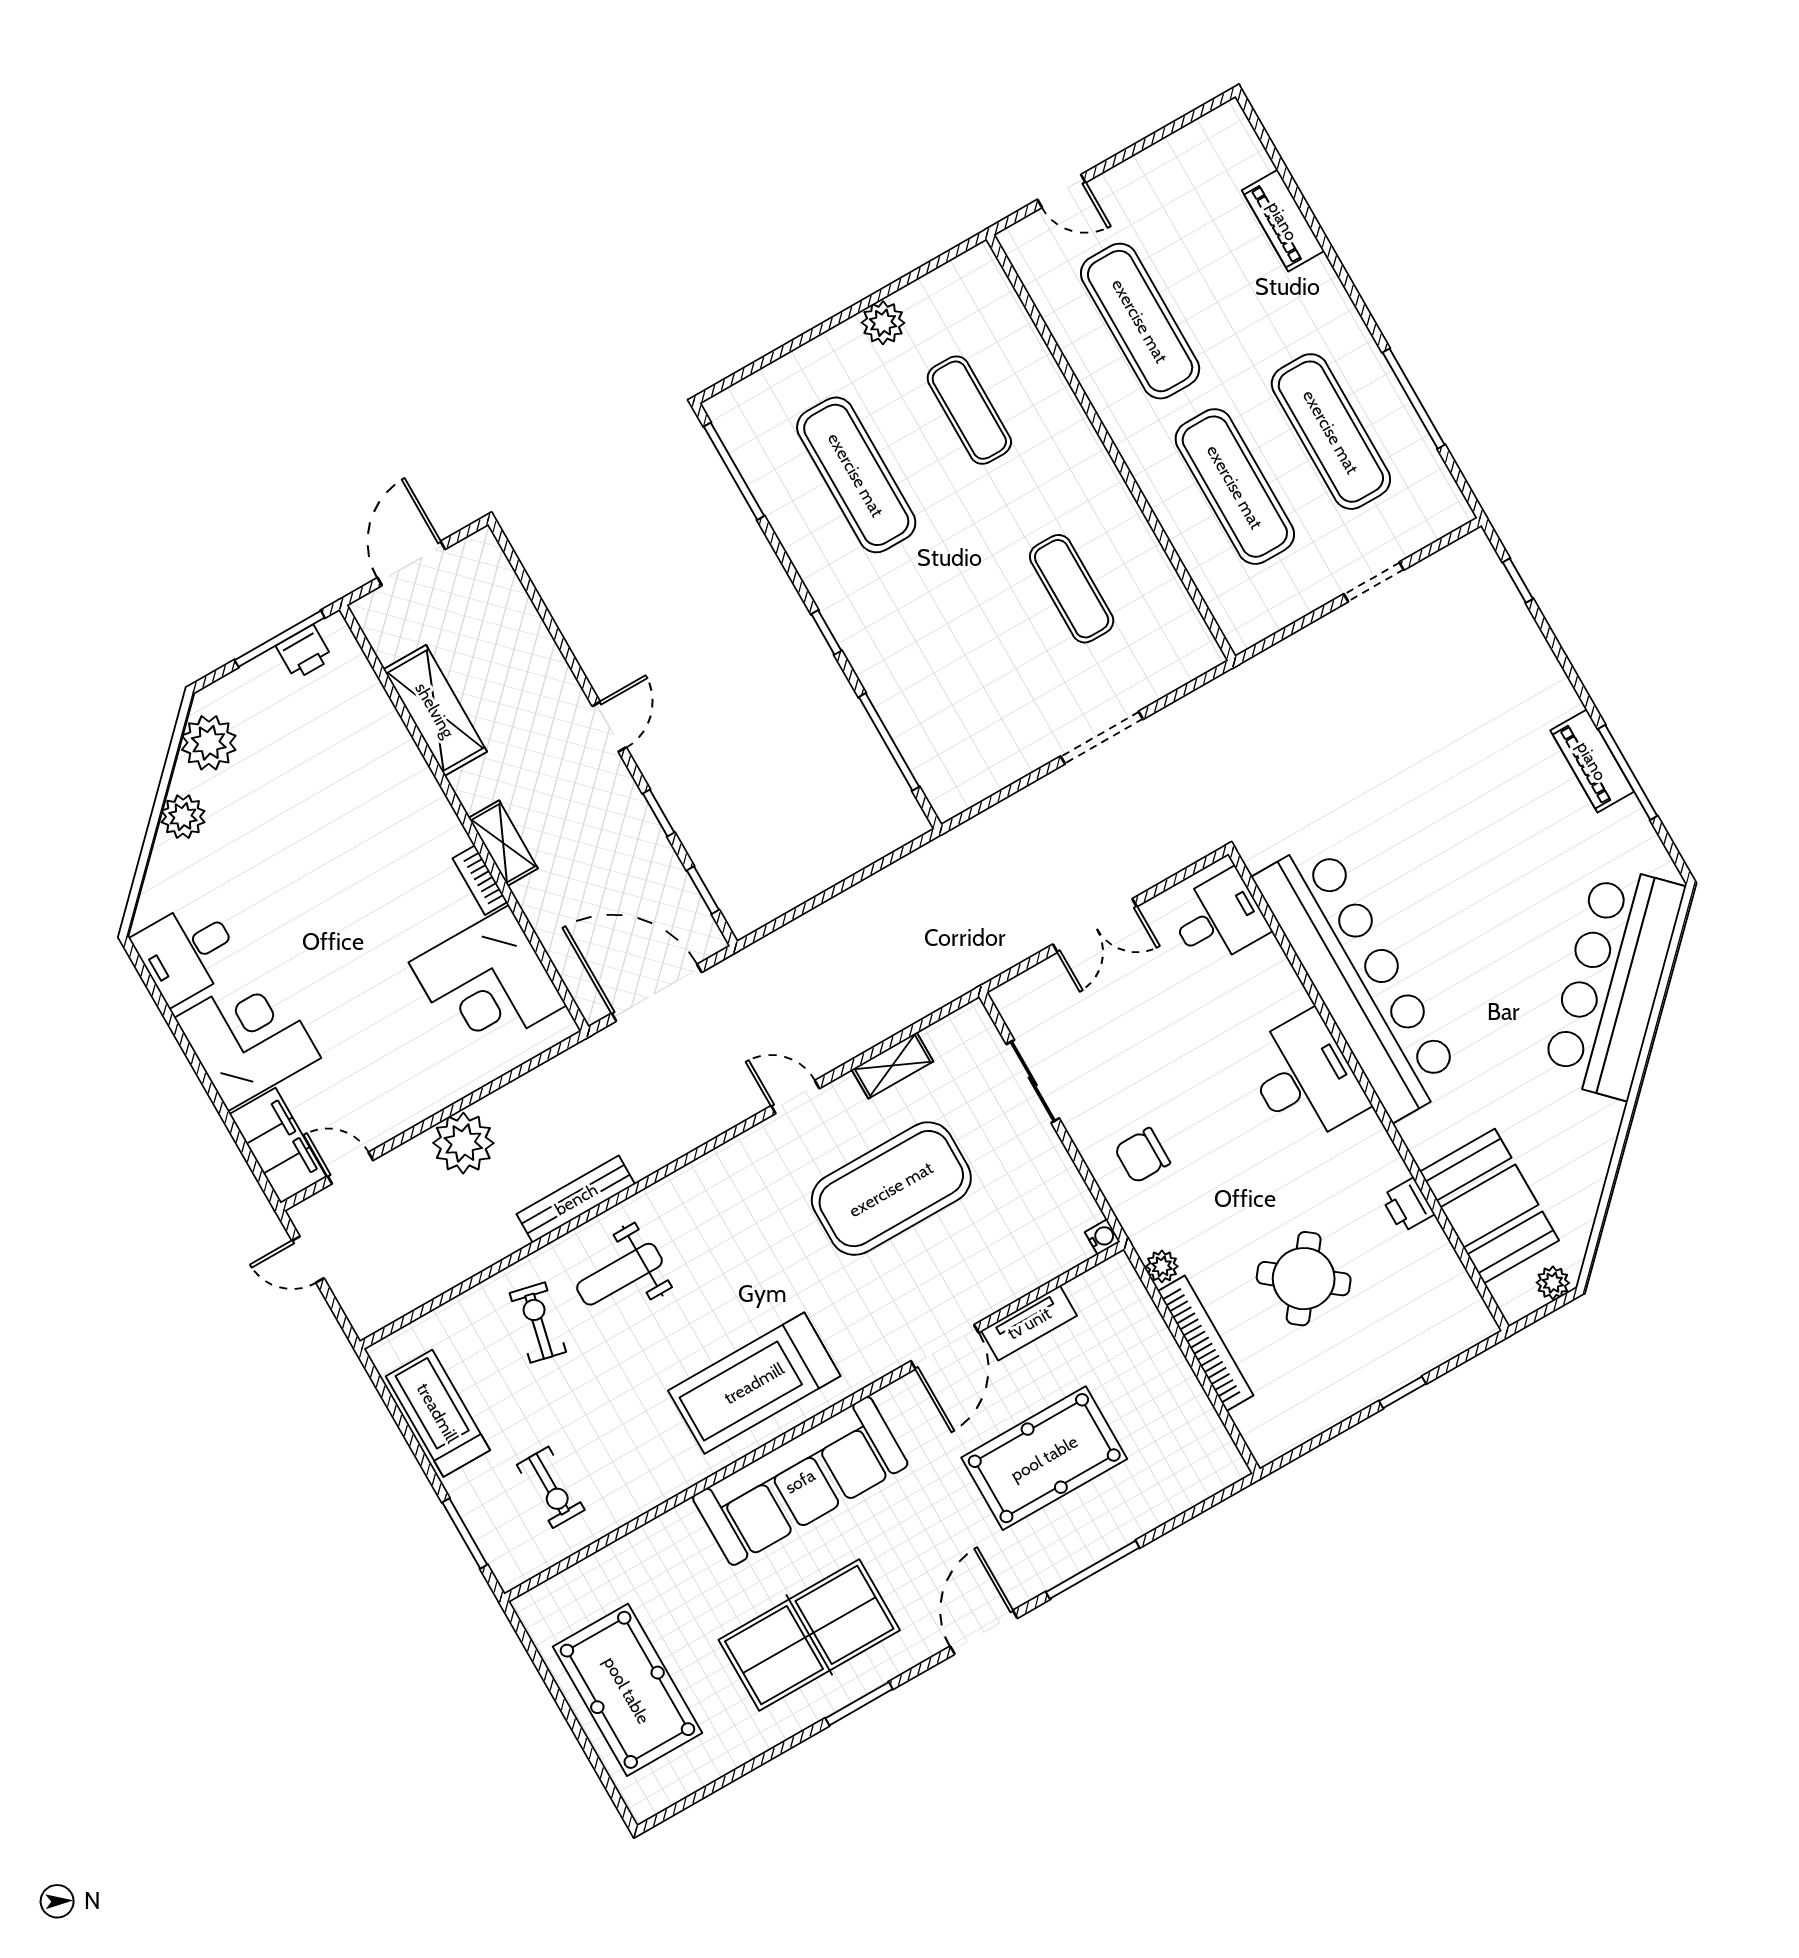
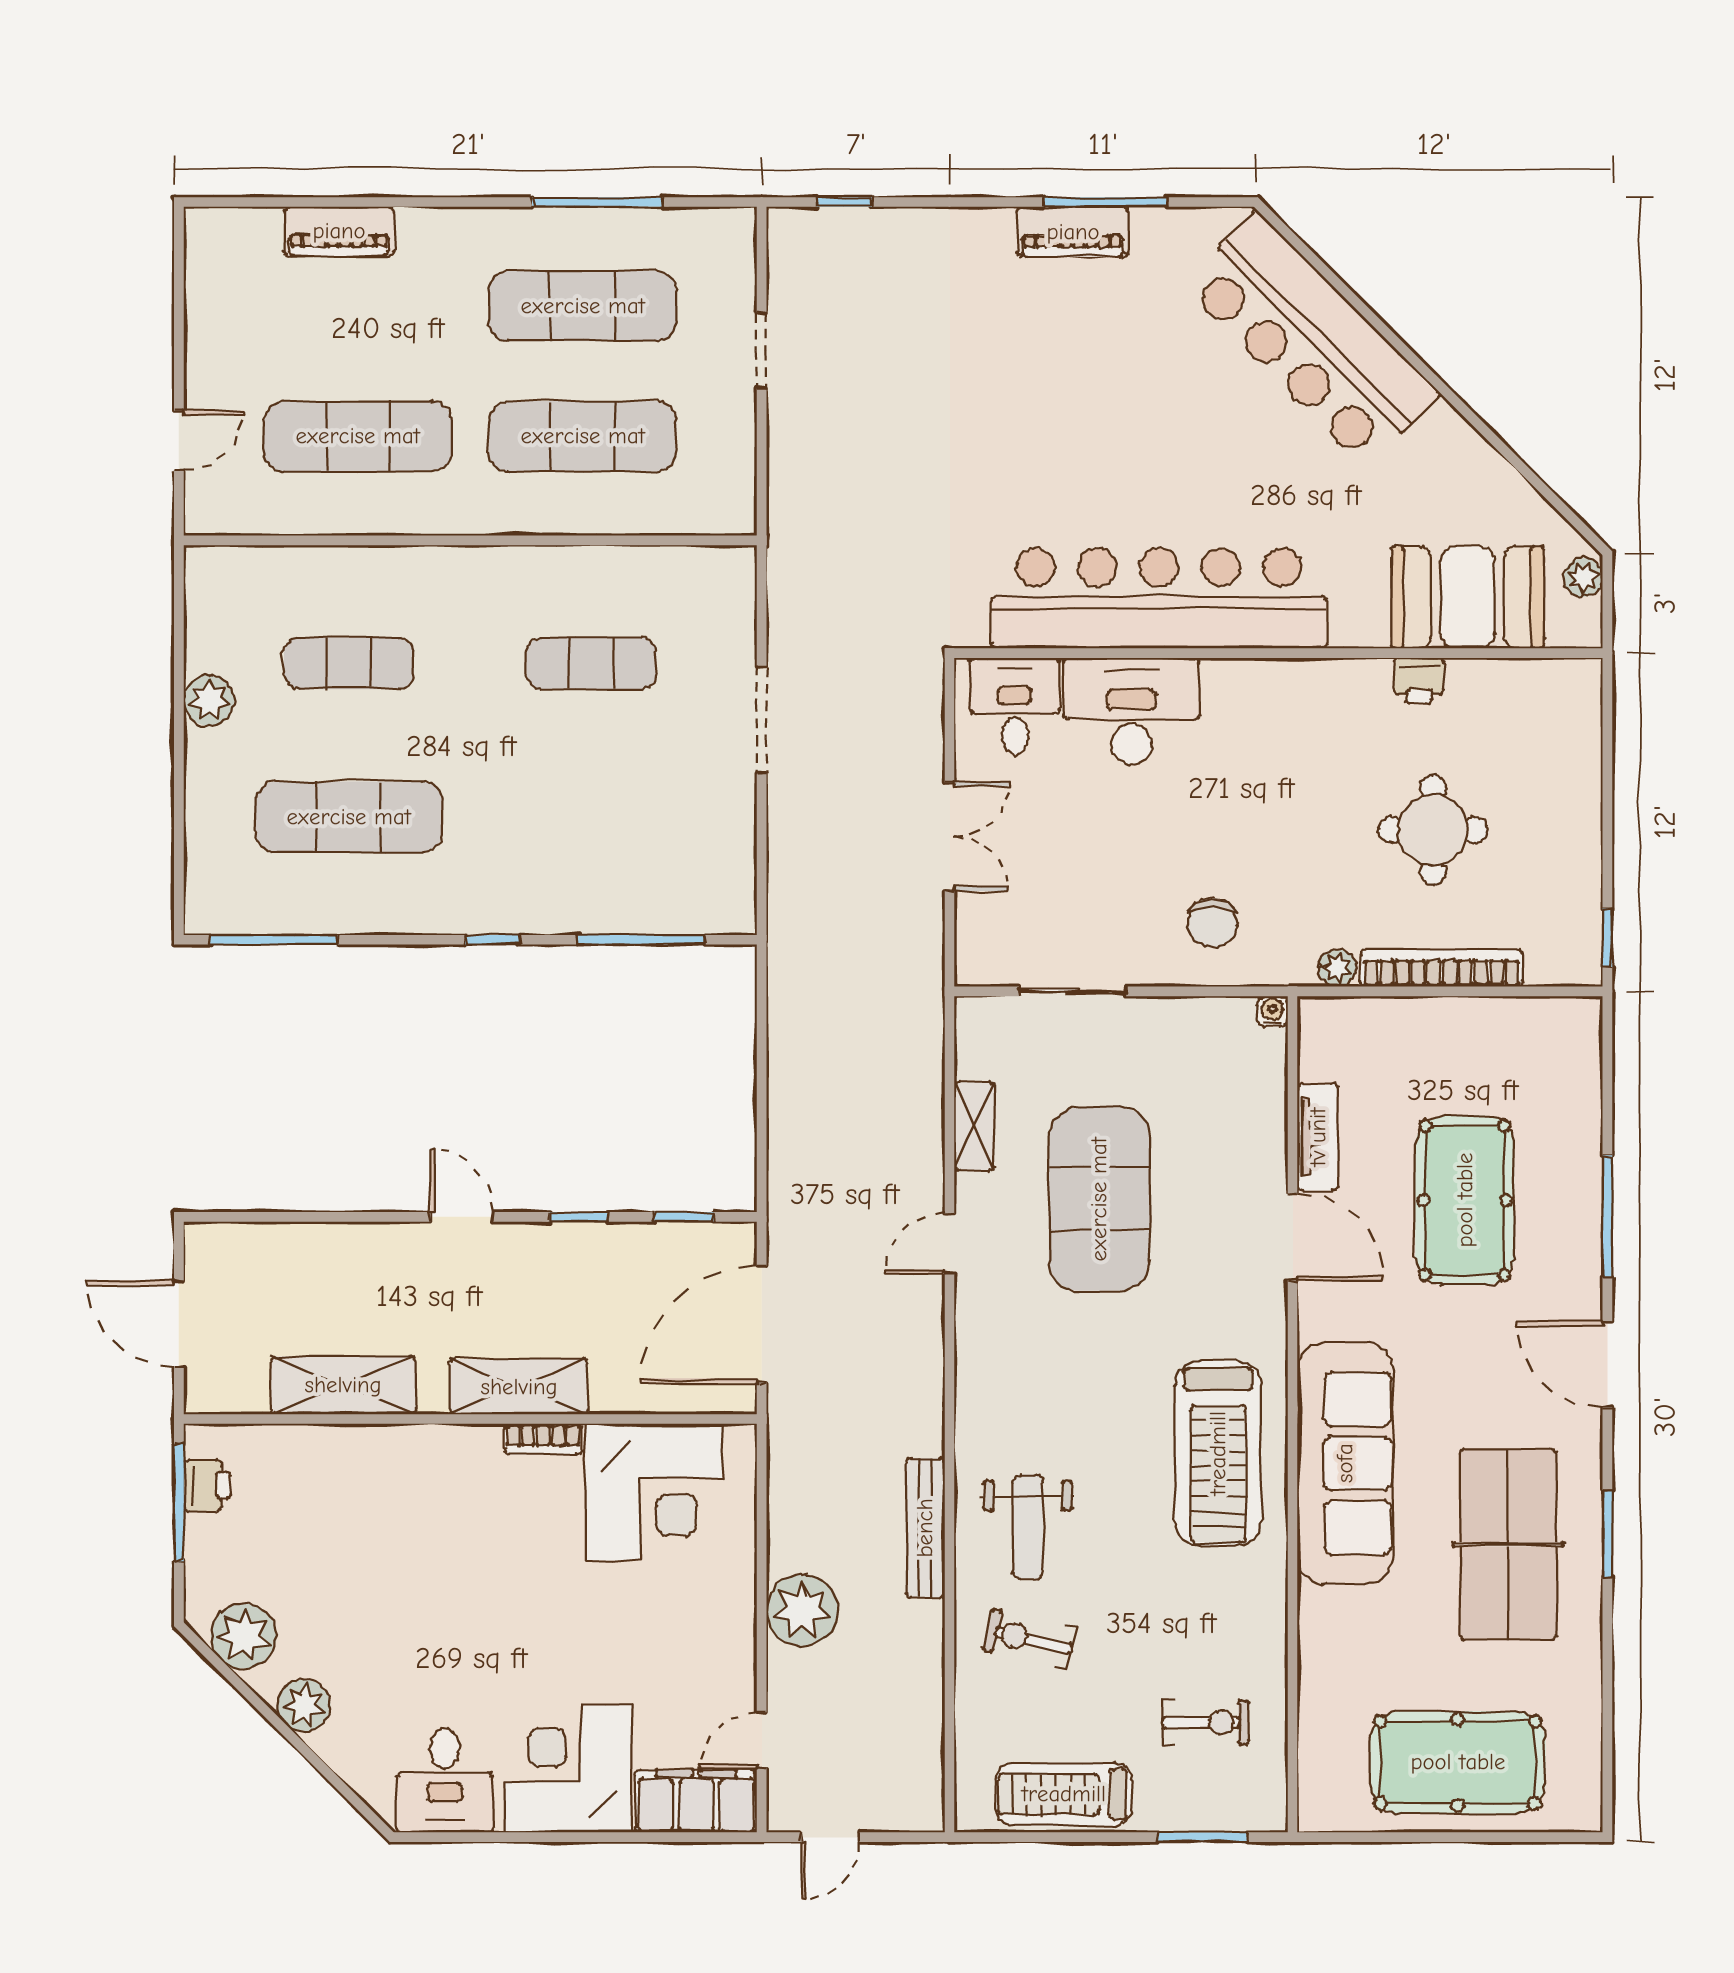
shelving: (503, 843) -> (519, 1387), width x1.50, depth x1.33
desk: (1305, 1078) -> (1132, 711), moved
round table: (1304, 1279) -> (1433, 830), turned -38
window: (1403, 1392) -> (1607, 938), moved

